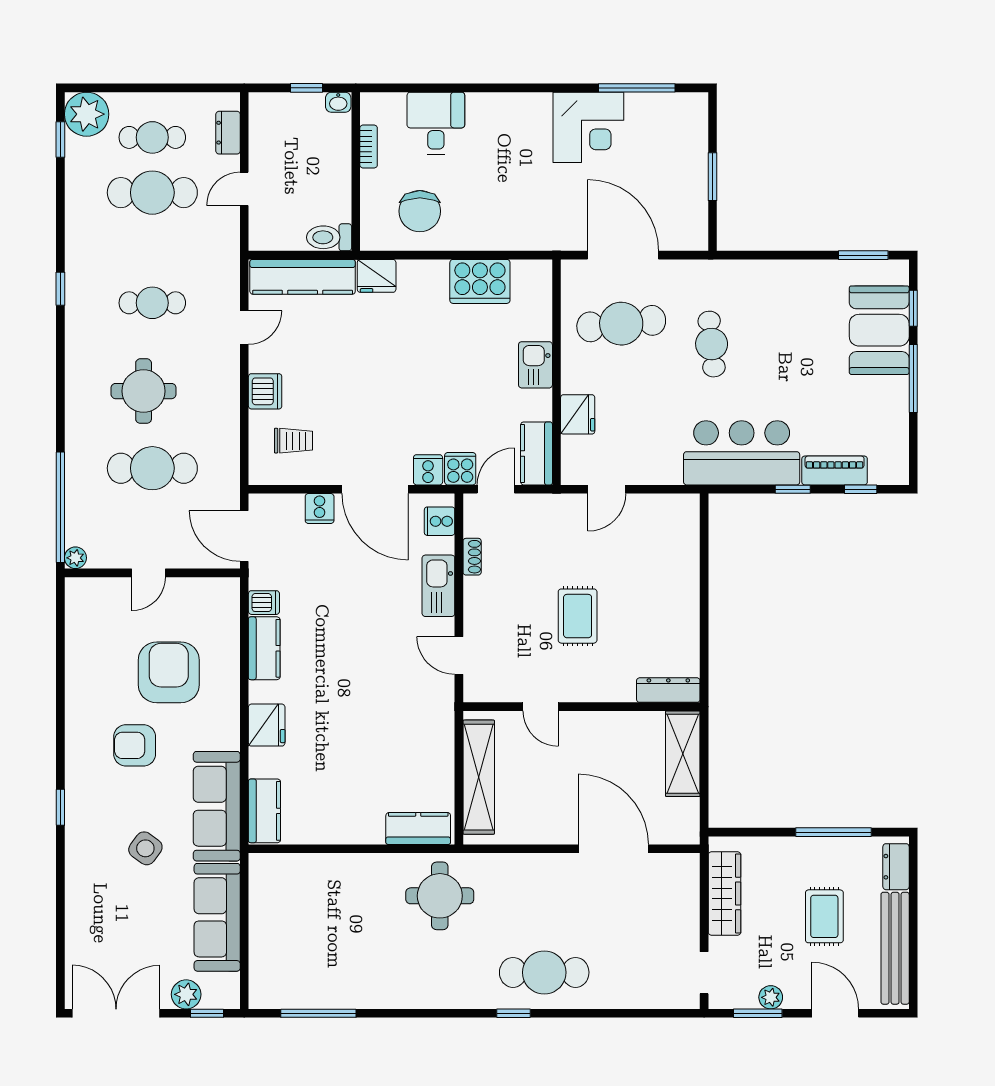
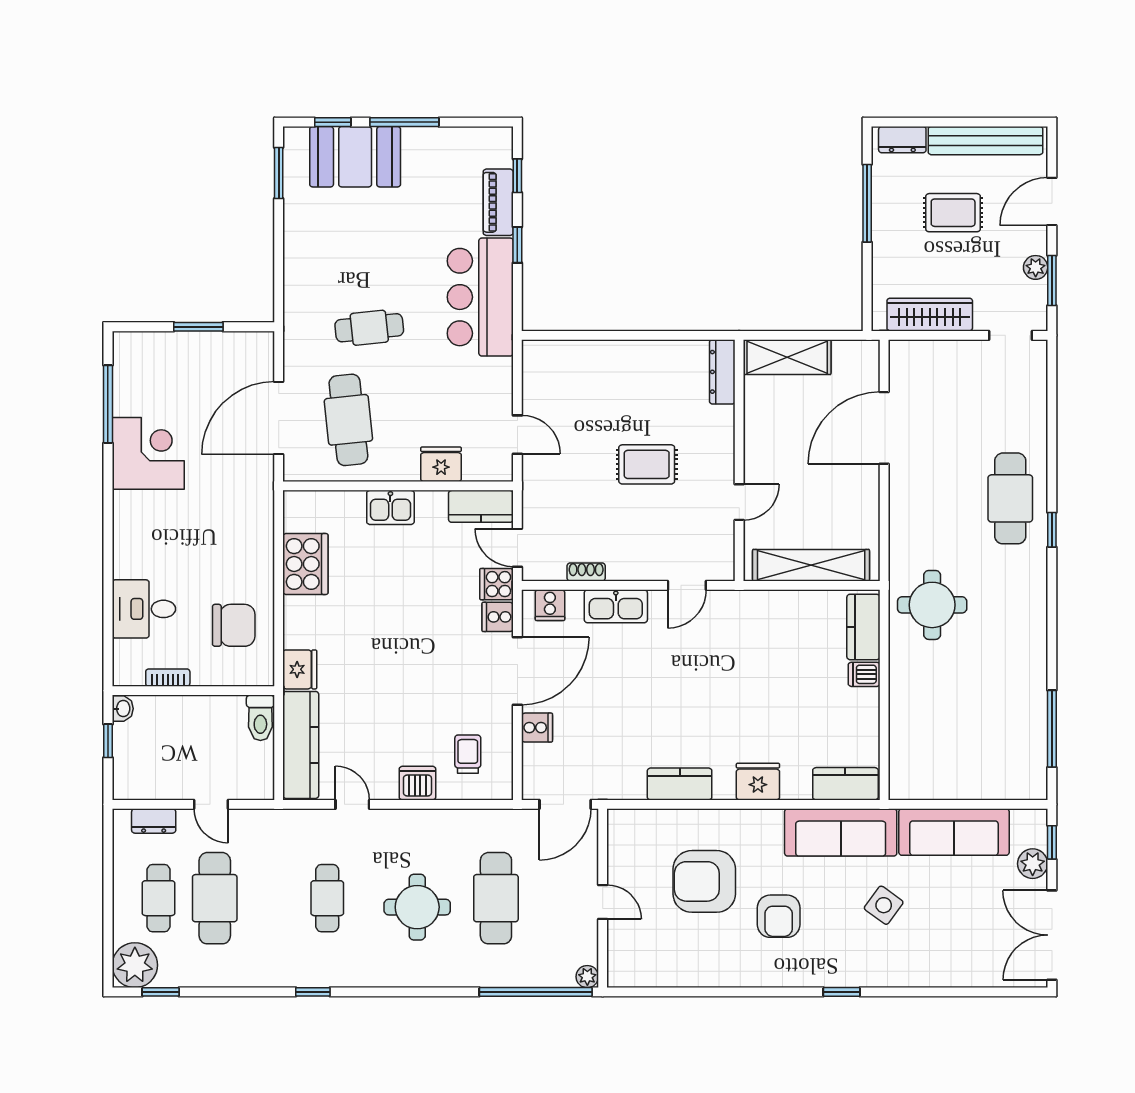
dishwasher: (264, 603) -> (864, 674), moved, turned -90

